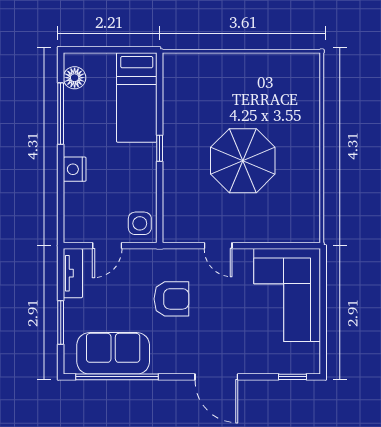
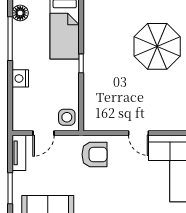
parasol: (243, 161) -> (157, 46), moved
door: (218, 246) -> (138, 133), moved
armchair: (171, 299) -> (95, 154), moved

